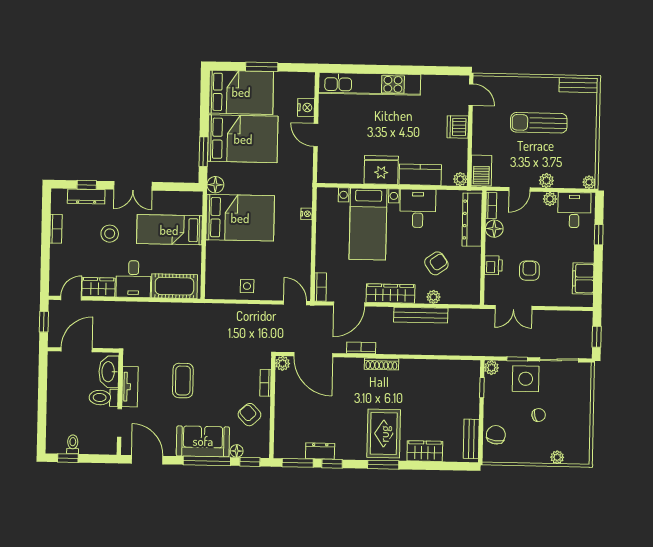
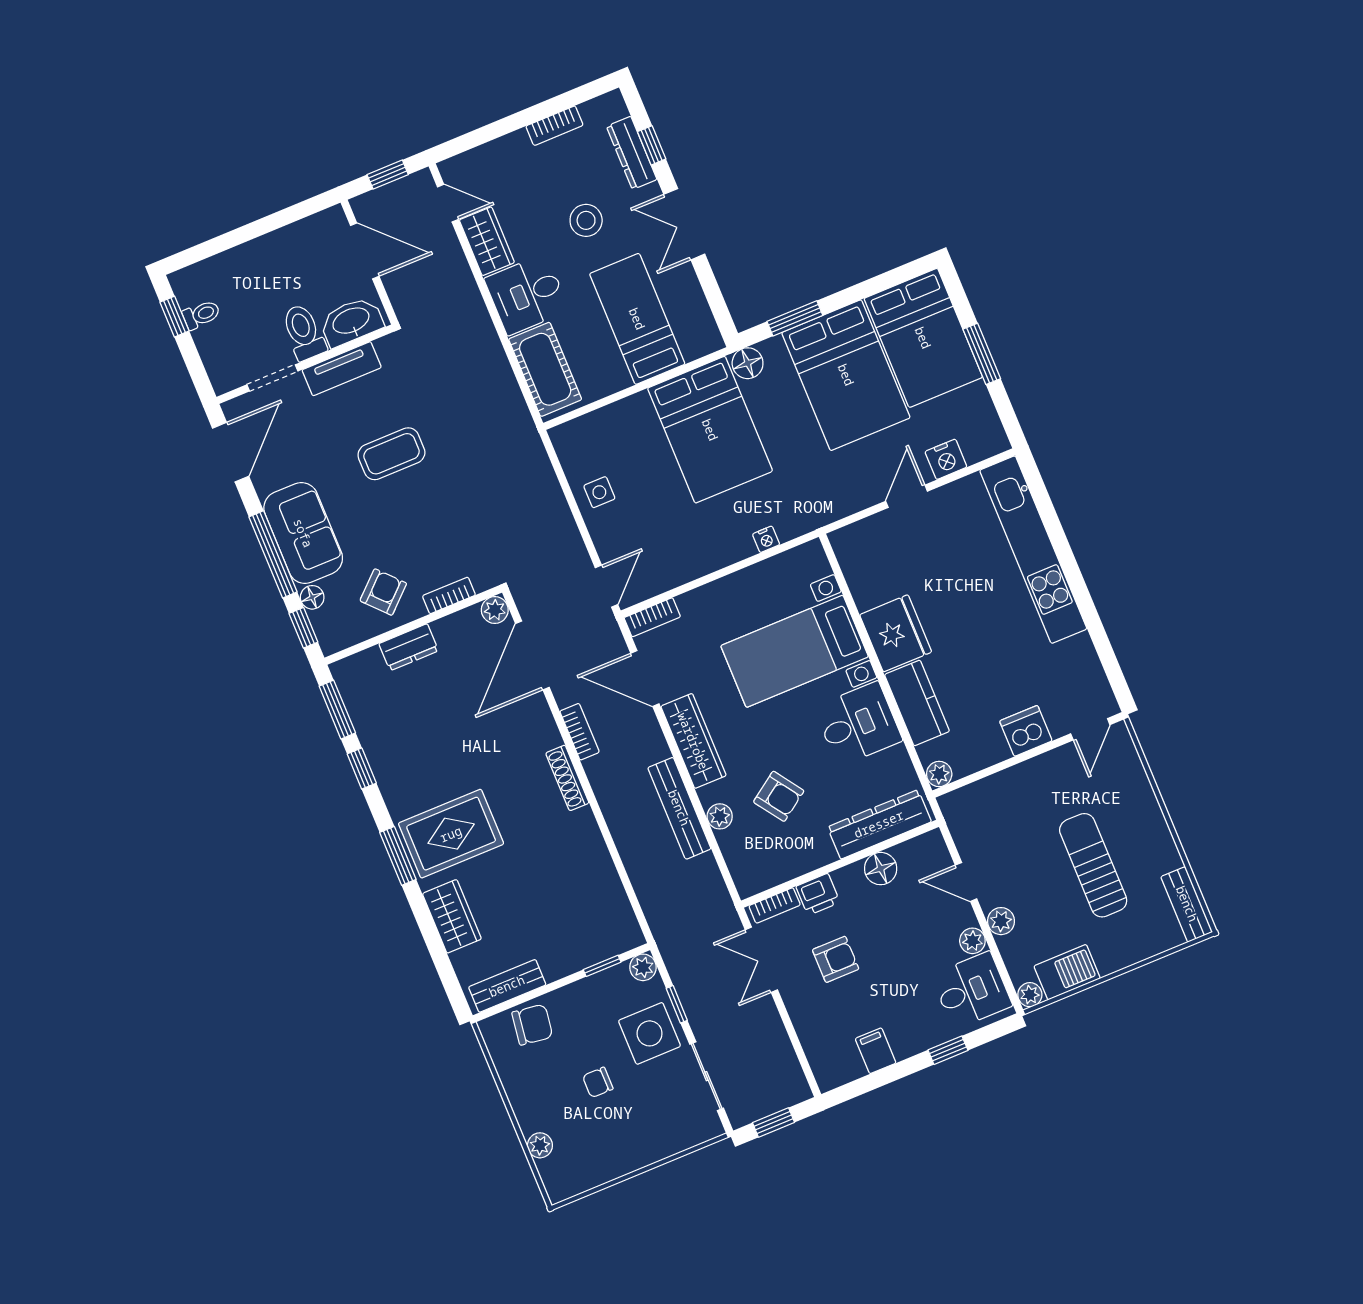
barbecue: (481, 171) -> (1067, 972), moved, turned 180
bookcase: (491, 205) -> (775, 905), moved
filing cabinet: (583, 279) -> (876, 1051), width x0.50
chair: (539, 415) -> (598, 1082), turned 102
dresser: (320, 451) -> (409, 647), moved, turned 90

